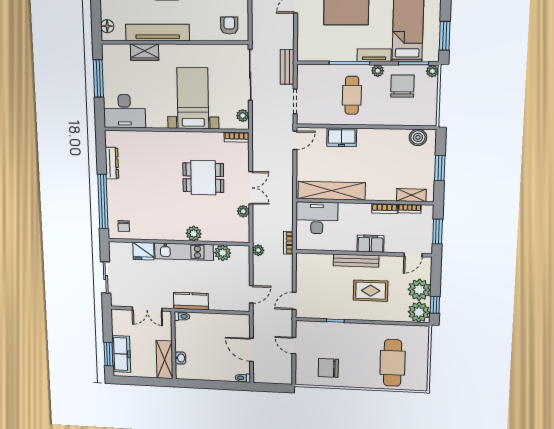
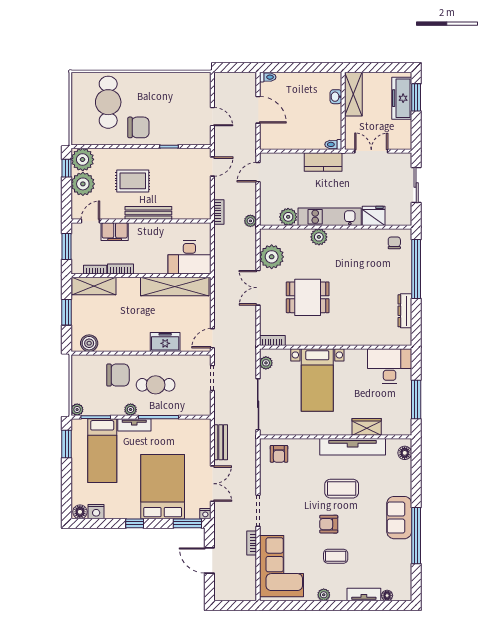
bench: (287, 67) -> (221, 442), moved
chair: (402, 86) -> (118, 375), moved, turned -90
cafe table: (352, 95) -> (156, 385), turned 90
shelving: (411, 195) -> (94, 286), width x1.50, depth x1.33
plant: (243, 211) -> (272, 257), width x1.88, depth x1.88
bookcase: (288, 243) -> (219, 212), moved
filing cabinet: (370, 244) -> (115, 232), moved
chair: (328, 368) -> (138, 127), moved

